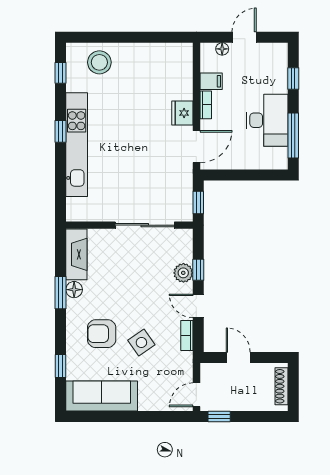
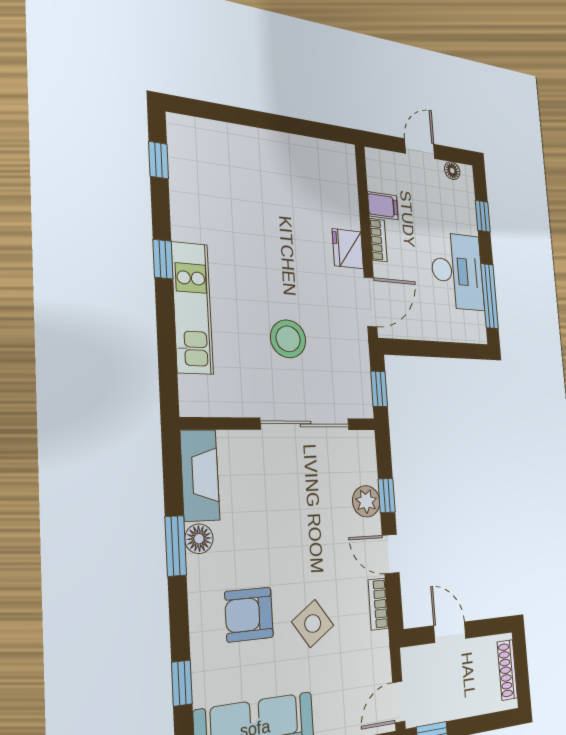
floor lamp: (222, 49) -> (452, 171), moved
stool: (99, 62) -> (288, 339), moved
kitchen unit: (77, 145) -> (192, 308), width x0.73

